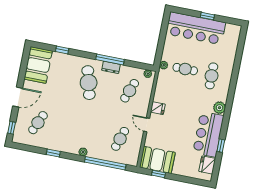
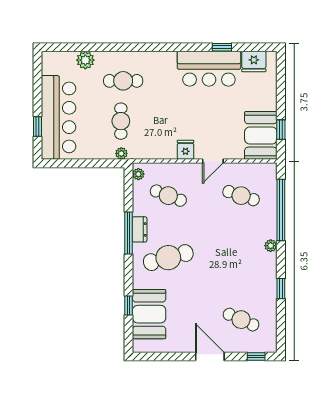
window: (207, 16) -> (37, 126), moved
booth: (38, 65) -> (149, 314), moved, turned 90
plant: (219, 108) -> (85, 60), moved

